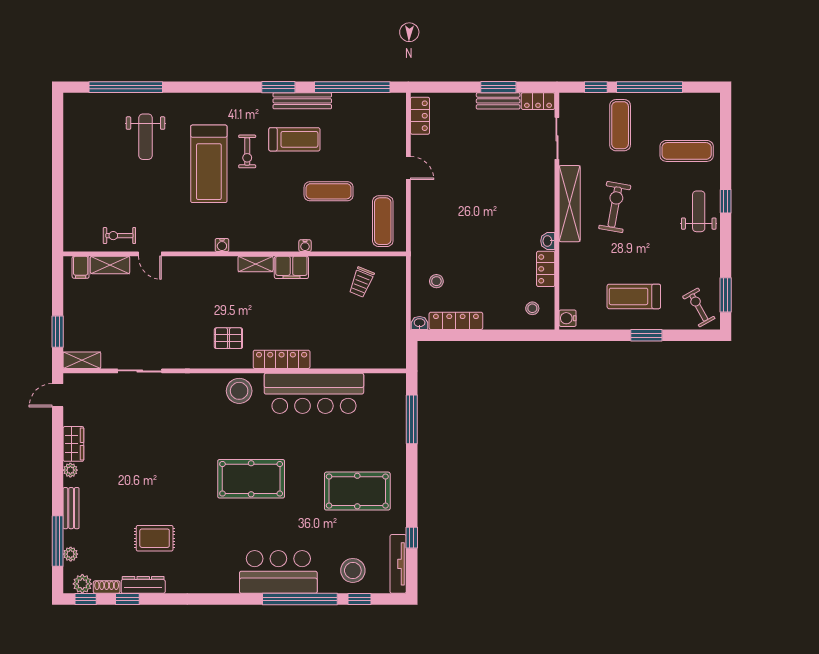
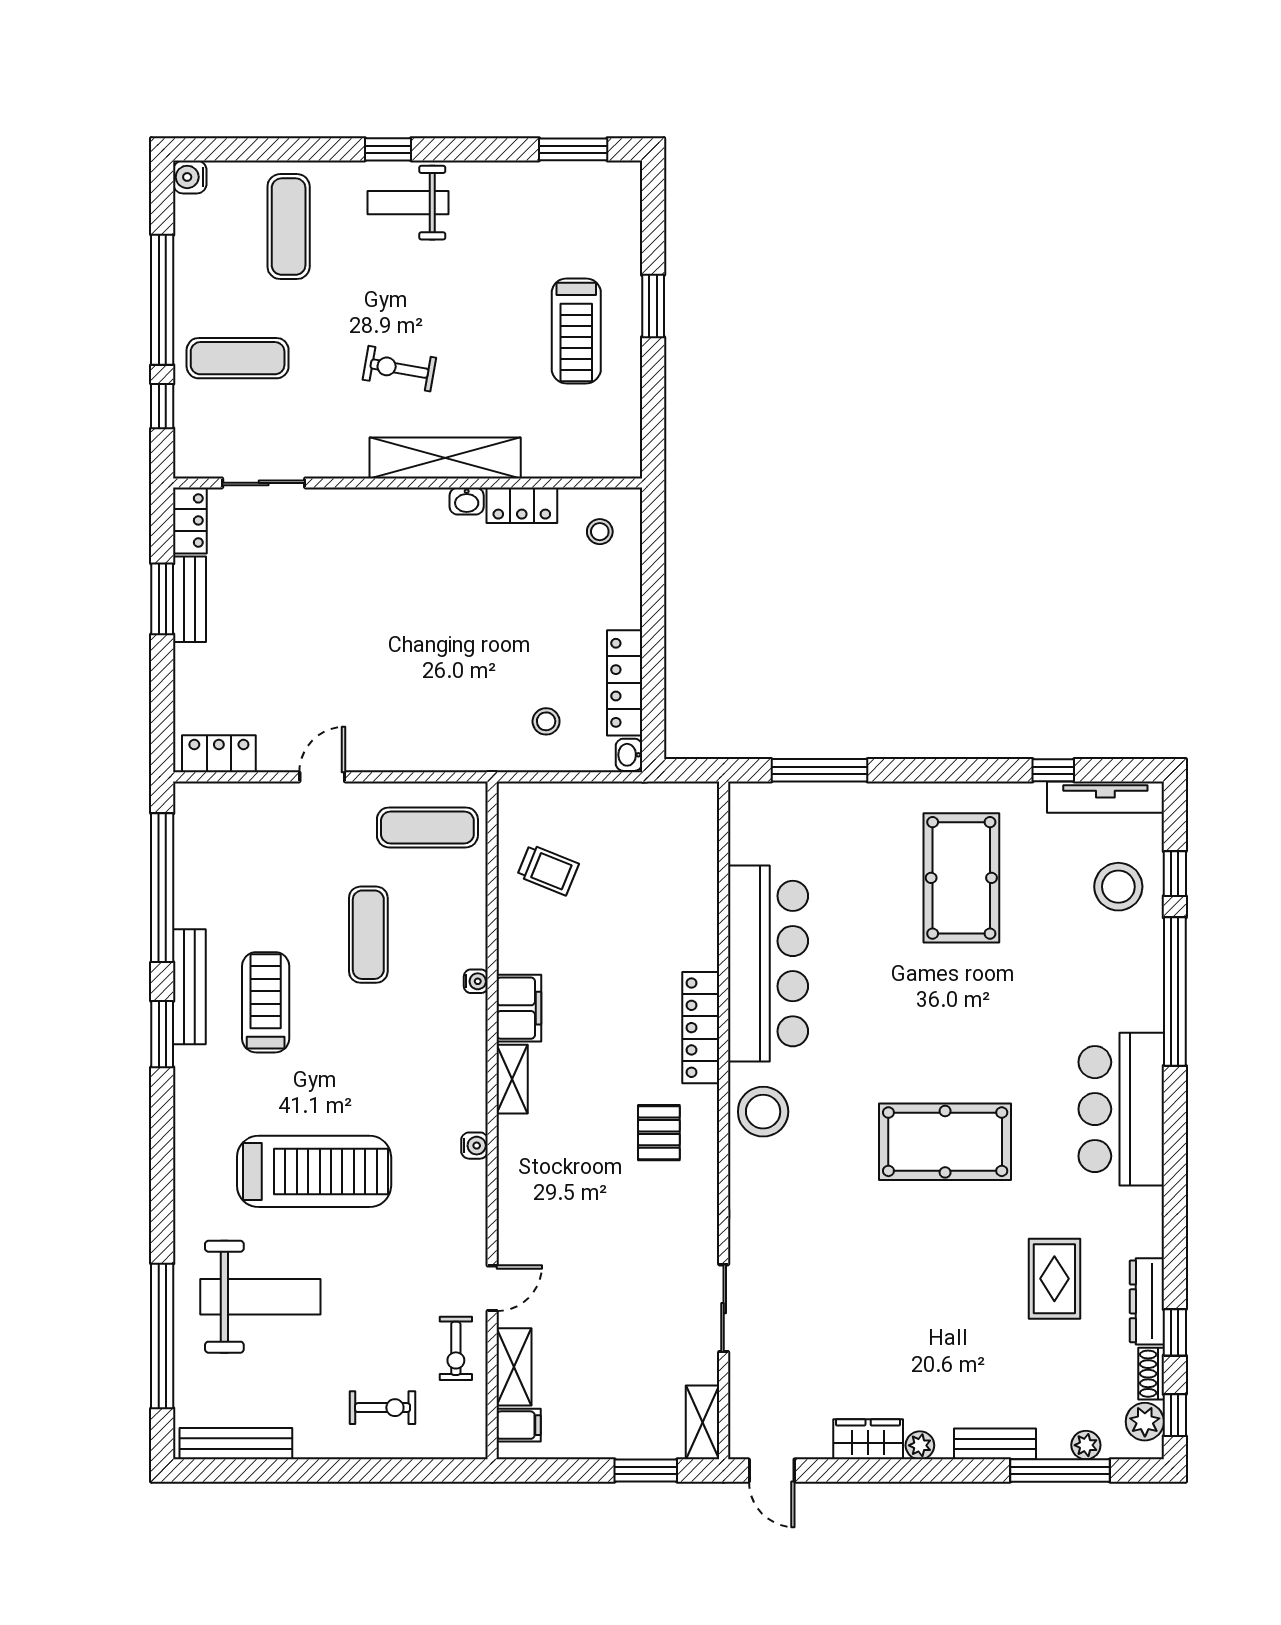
bench: (71, 124) -> (236, 1444), added
weight bench: (146, 137) -> (260, 1297), width x1.36, depth x1.33
exercise bike: (247, 151) -> (383, 1408), moved
shelving: (570, 204) -> (445, 458), moved
exercise bike: (615, 207) -> (399, 369), width x0.73, depth x0.72
exercise bike: (699, 307) -> (598, 203), removed
water cooler: (568, 318) -> (190, 177), moved, turned 90
pool table: (251, 479) -> (945, 1142), moved, turned 90
bar counter: (278, 572) -> (1121, 1109), moved

